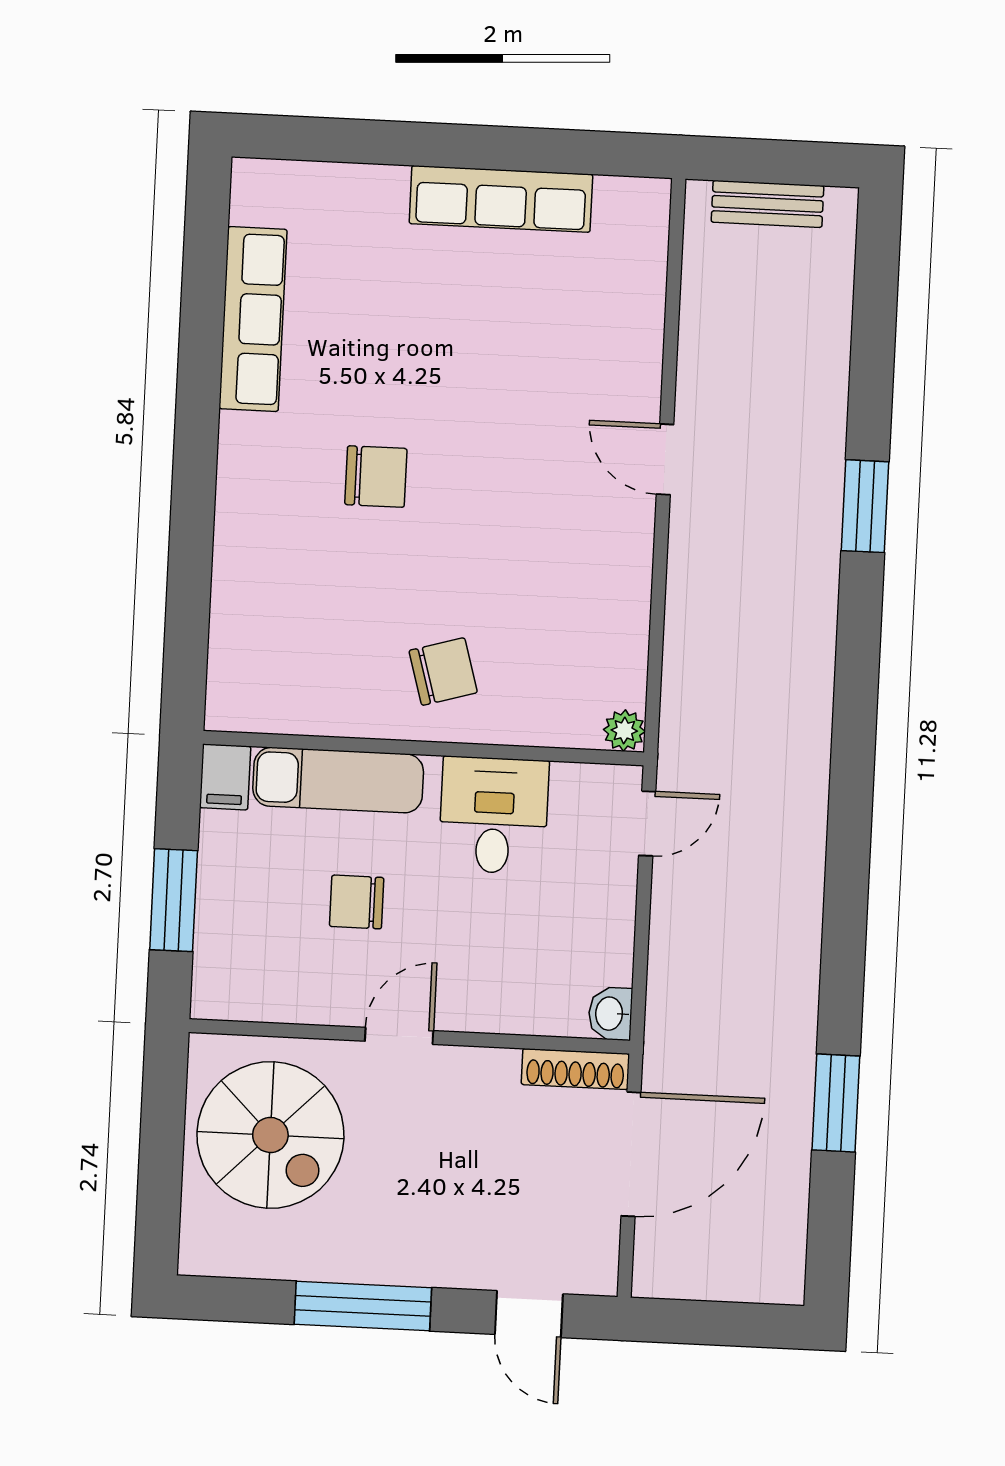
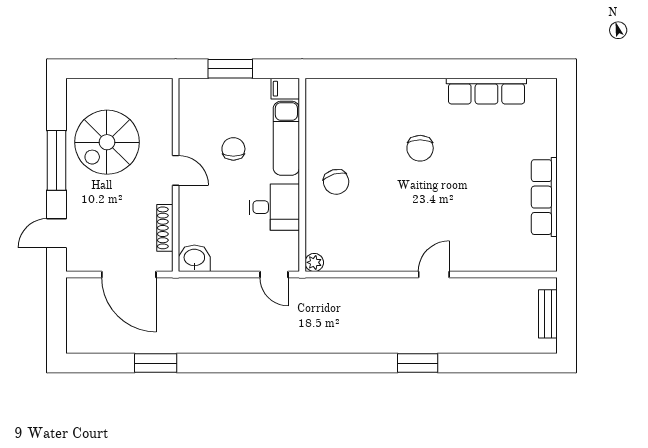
washbasin: (610, 1014) -> (194, 258), width x1.38, depth x1.45
shoe rack: (575, 1069) -> (165, 228), moved
spiral stairs: (270, 1135) -> (107, 142), moved

